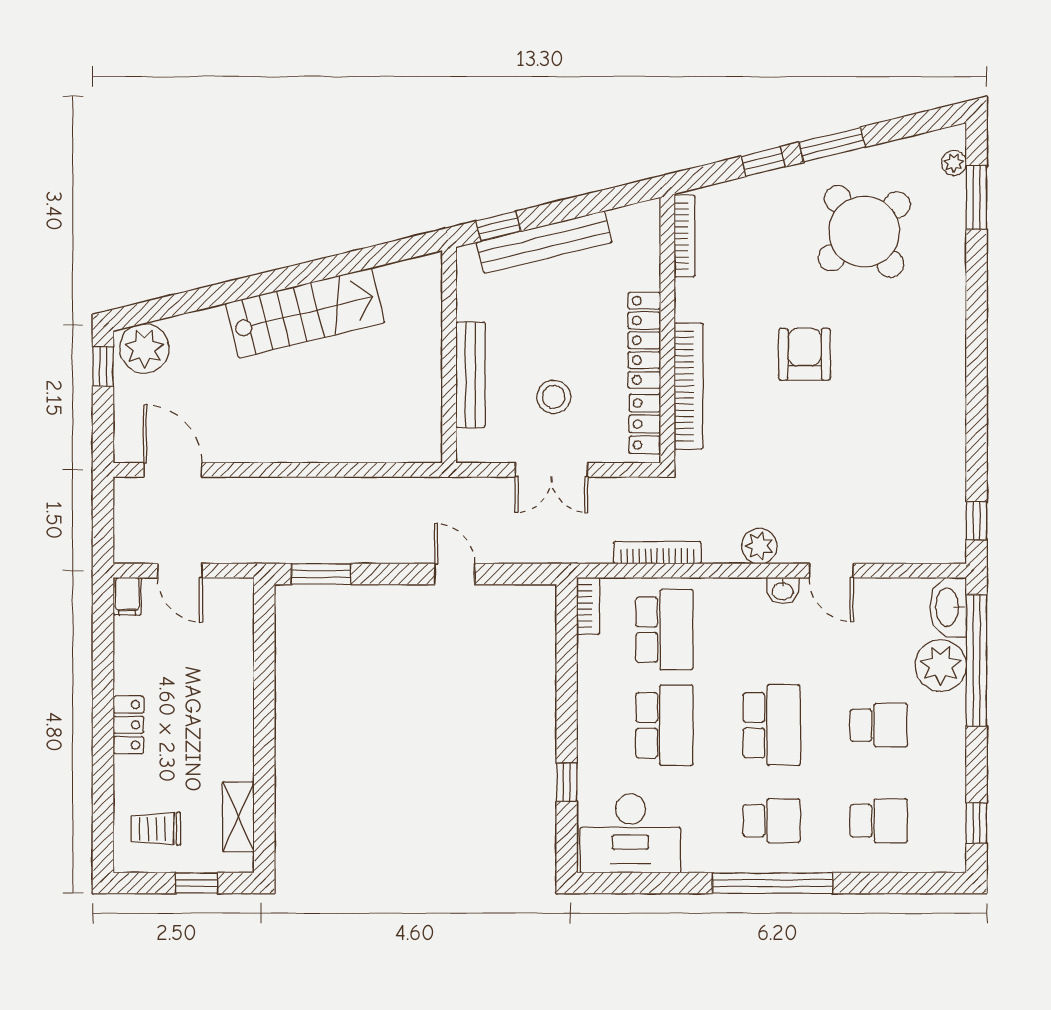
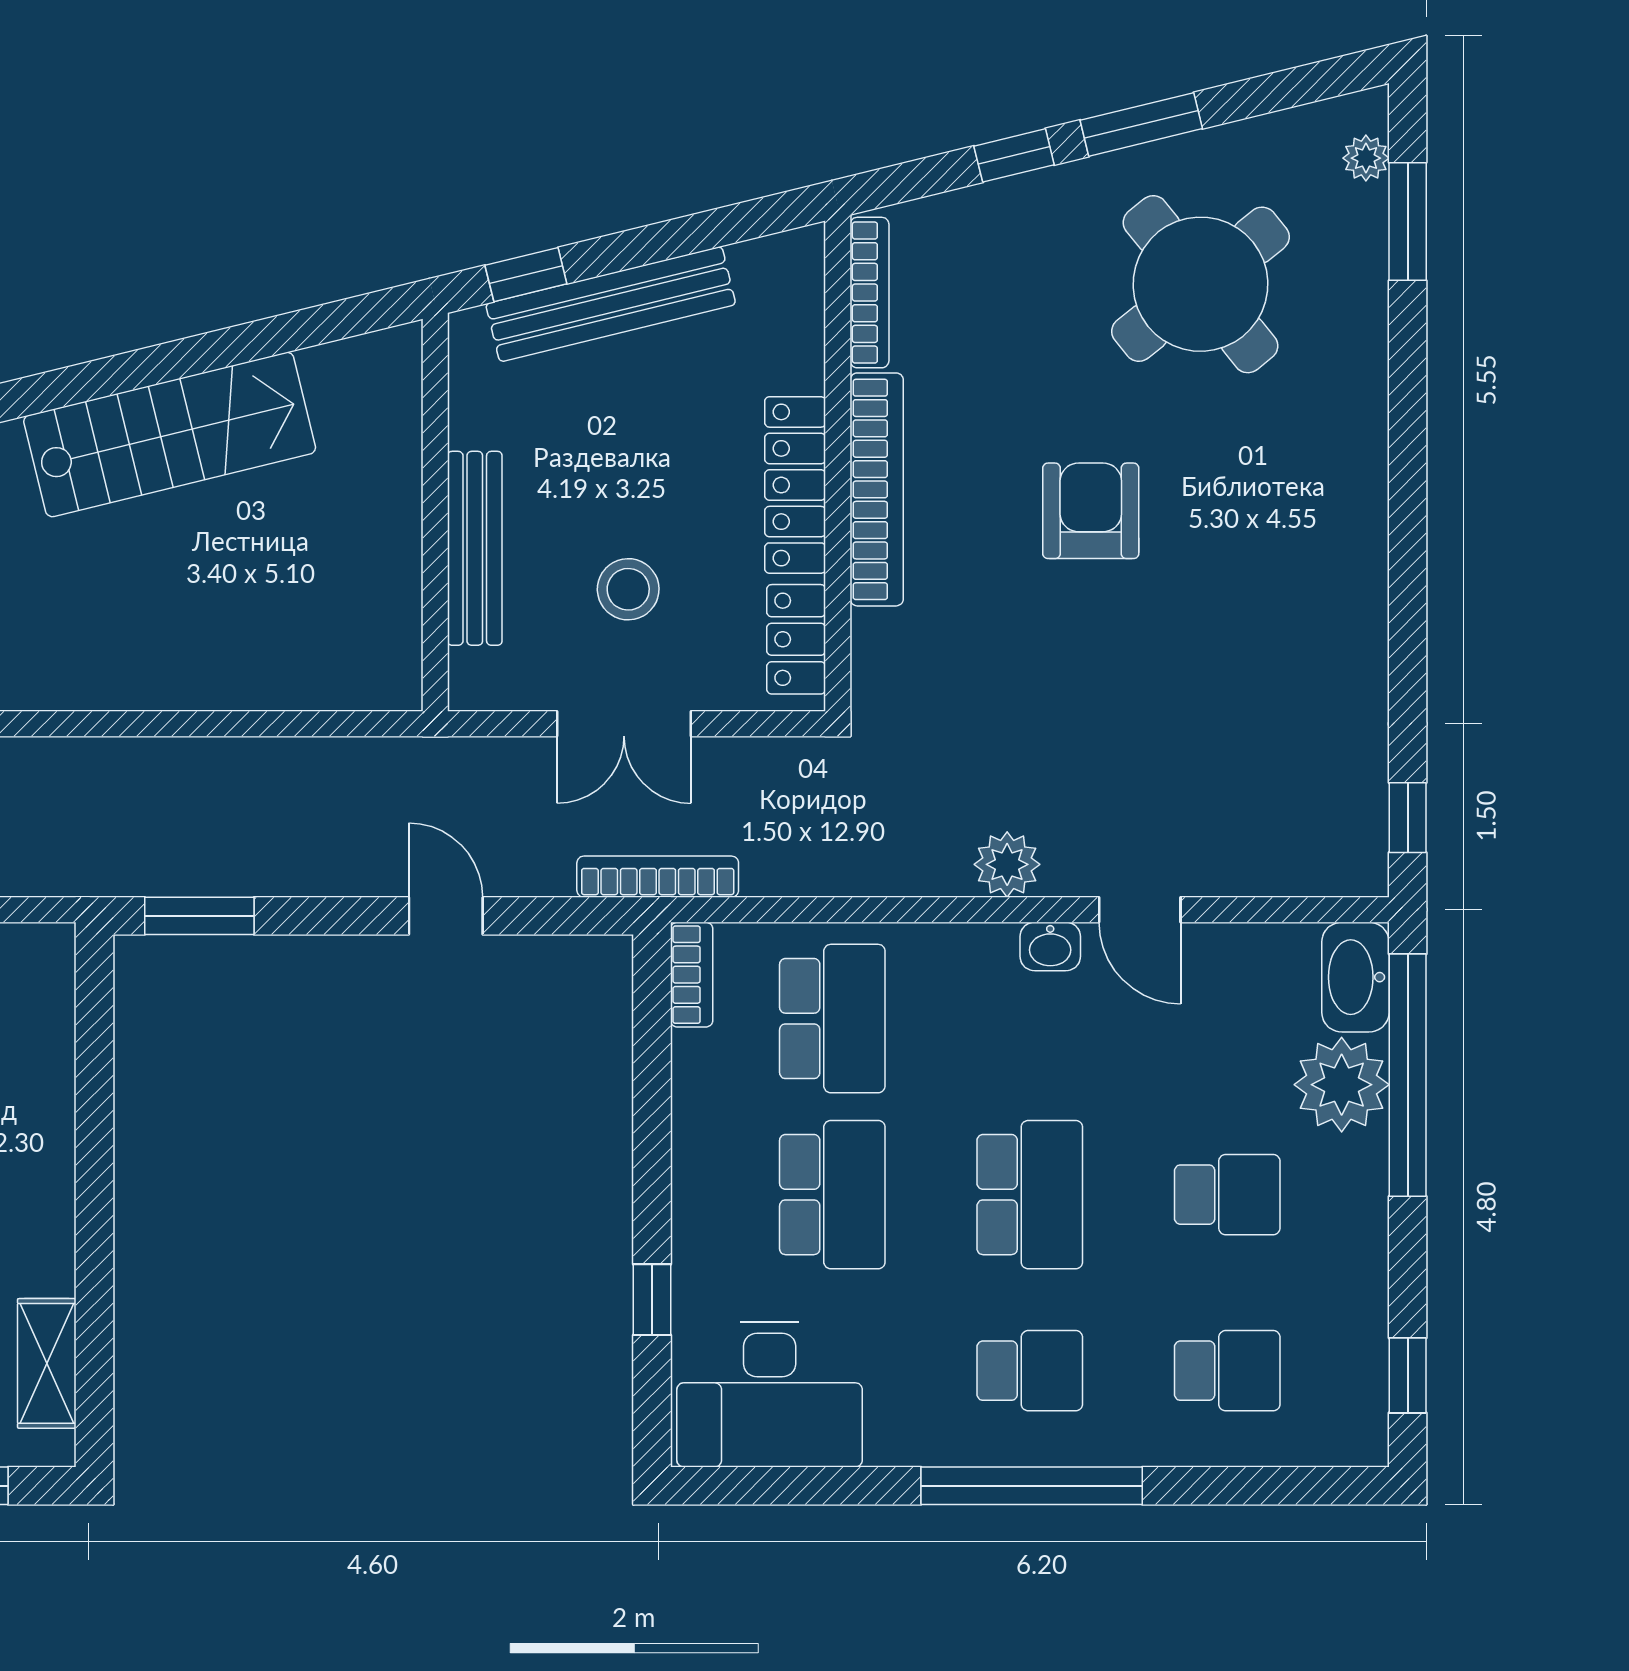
bookcase: (688, 386) -> (877, 489), moved
bookcase: (657, 553) -> (658, 877), moved

